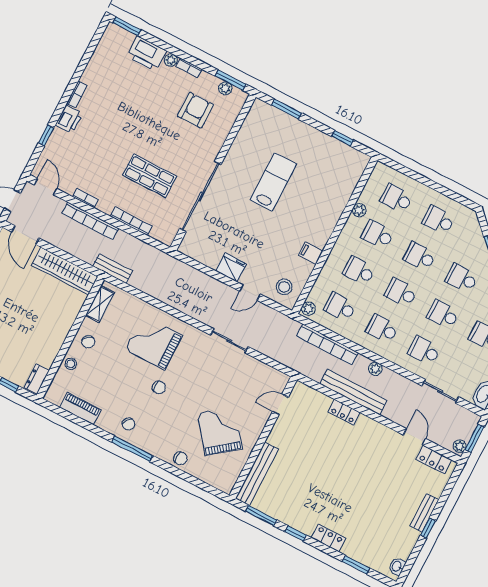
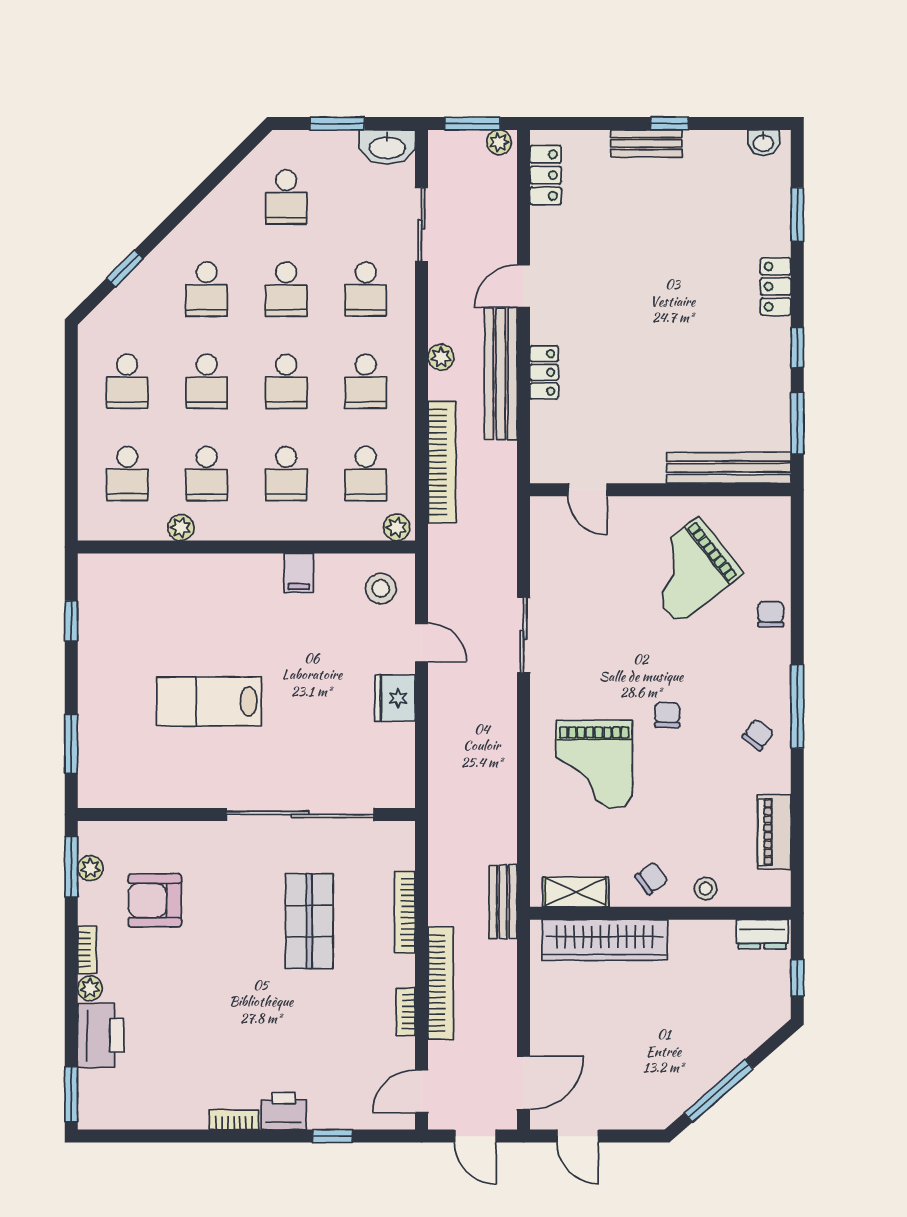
wardrobe: (65, 271) -> (605, 940), moved, turned 90
door: (414, 437) -> (523, 286), moved

